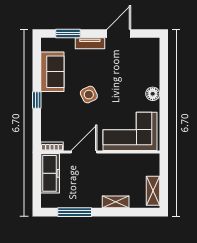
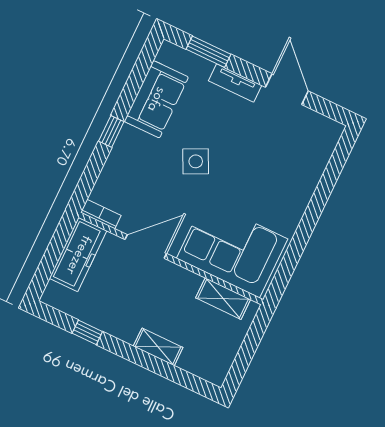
door: (119, 33) -> (287, 89), hinge flipped
floor lamp: (153, 94) -> (295, 207), removed
shelving: (153, 191) -> (223, 299), moved, turned 90
window: (75, 212) -> (87, 332), width x0.46

